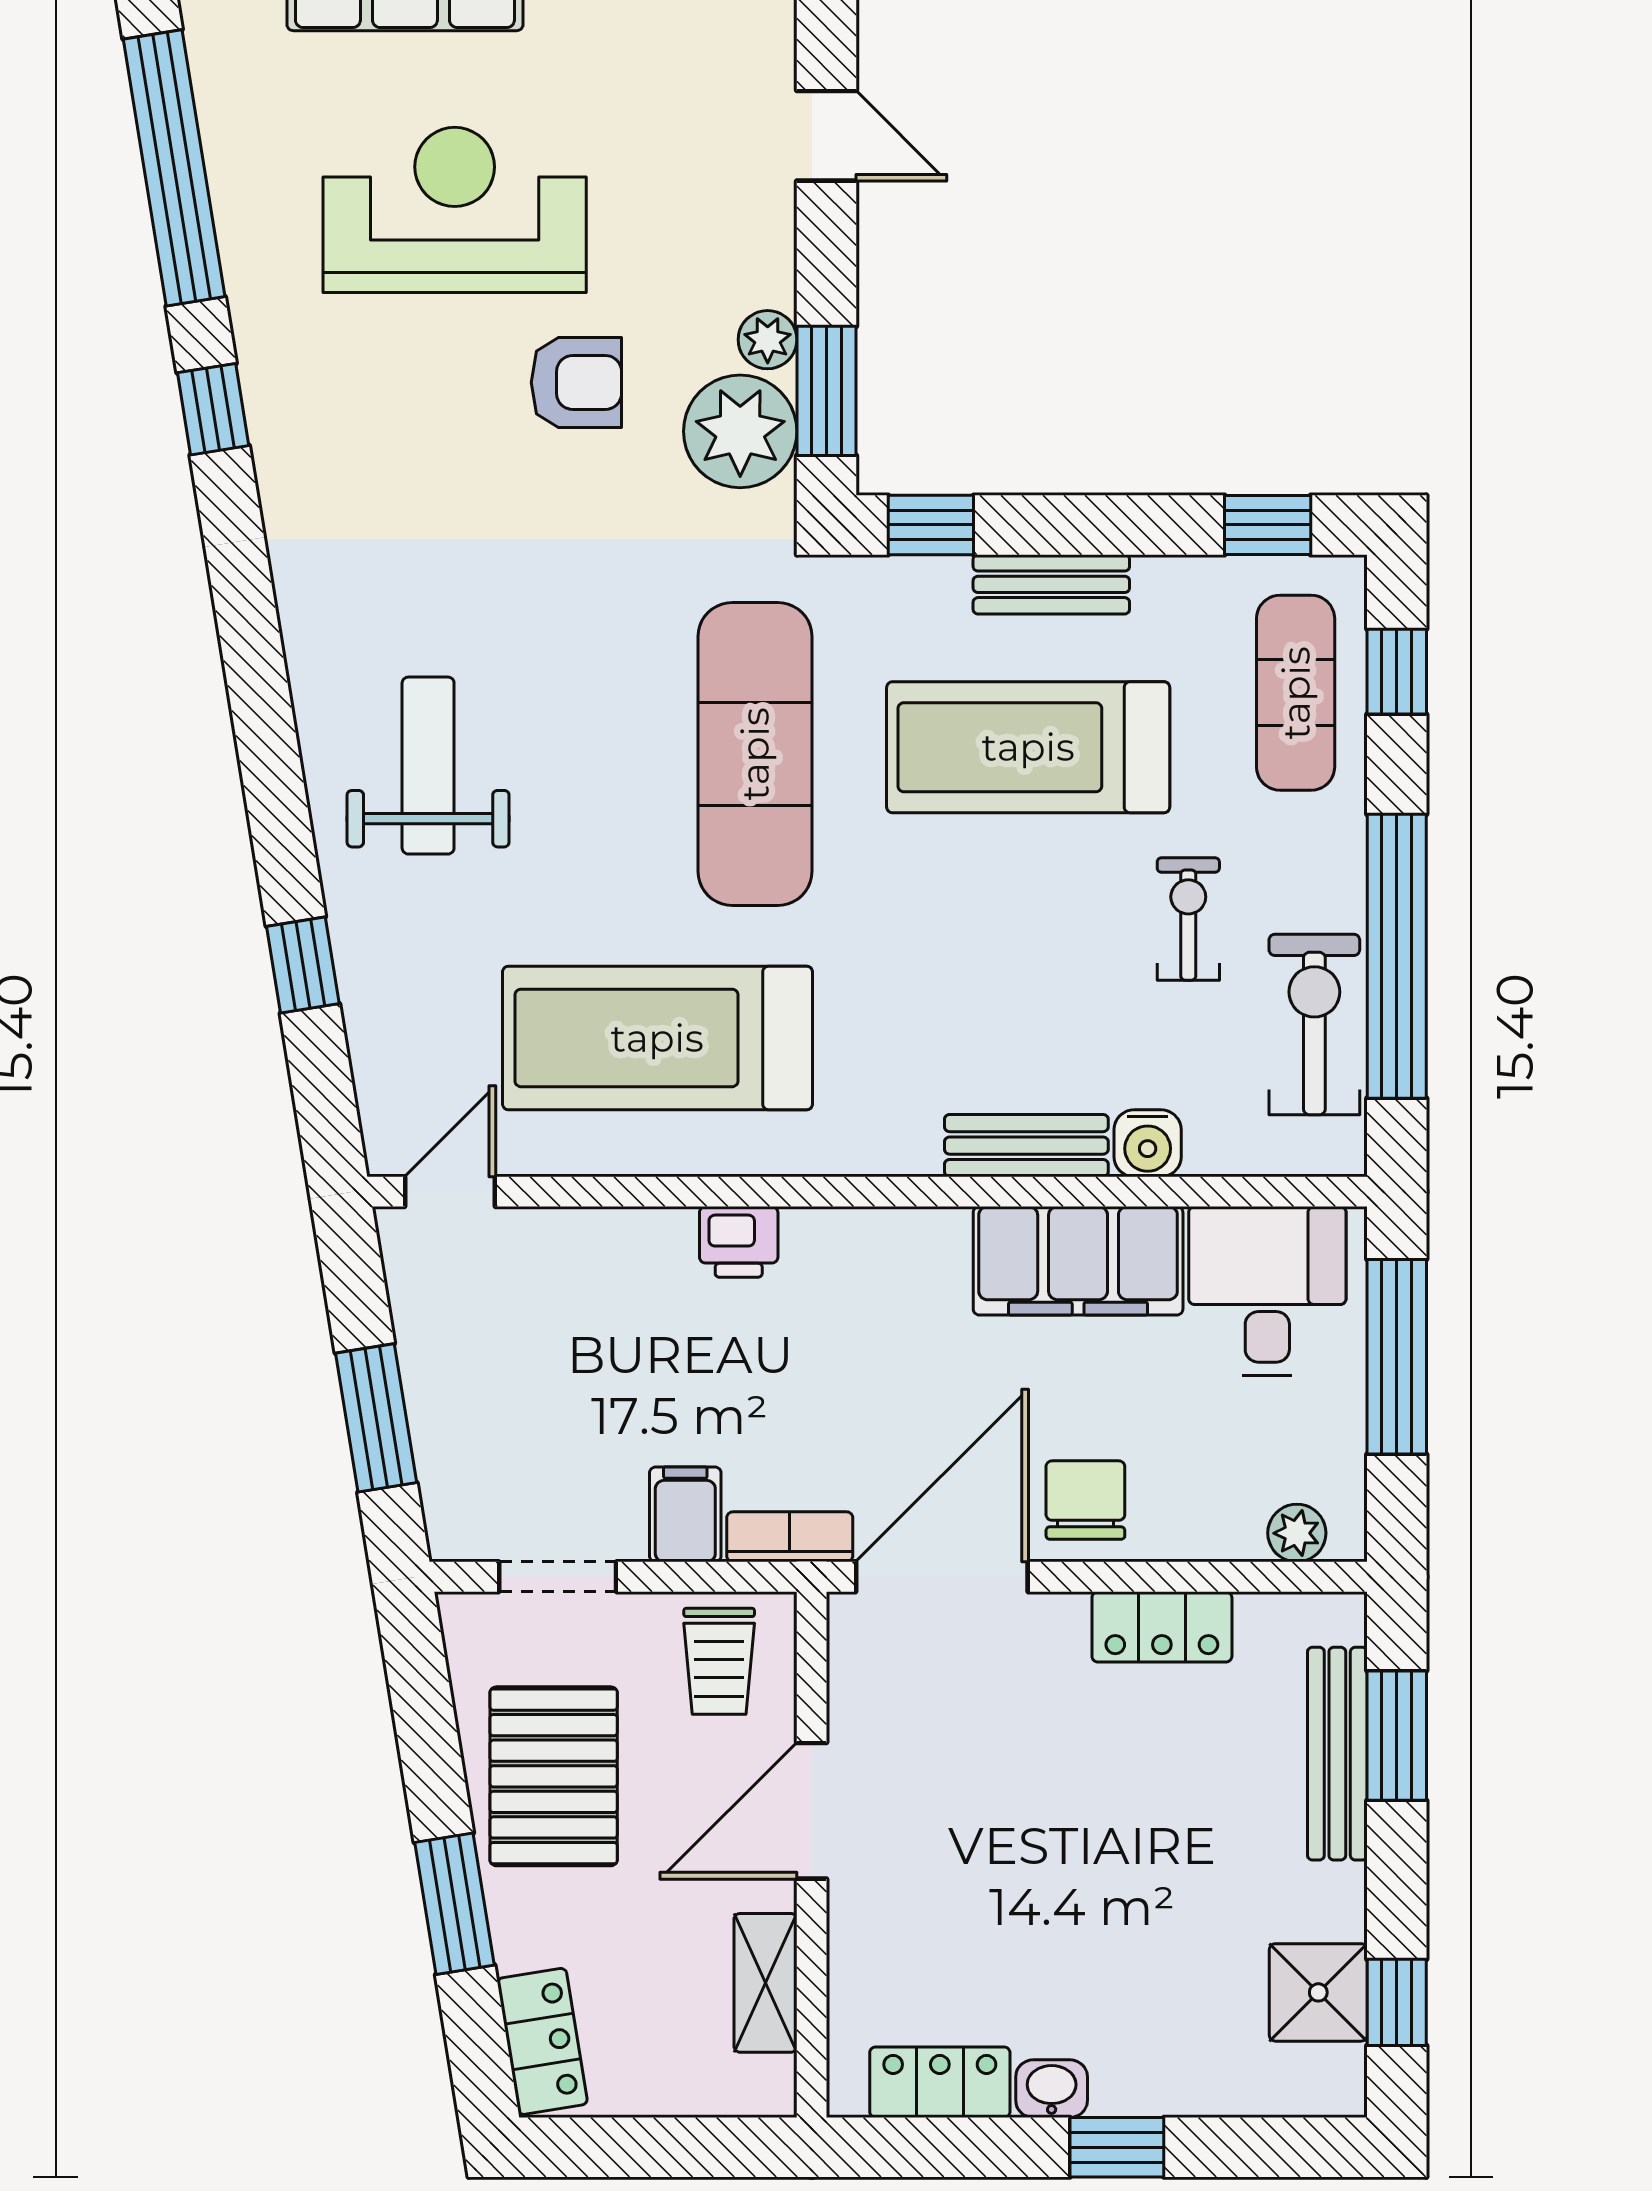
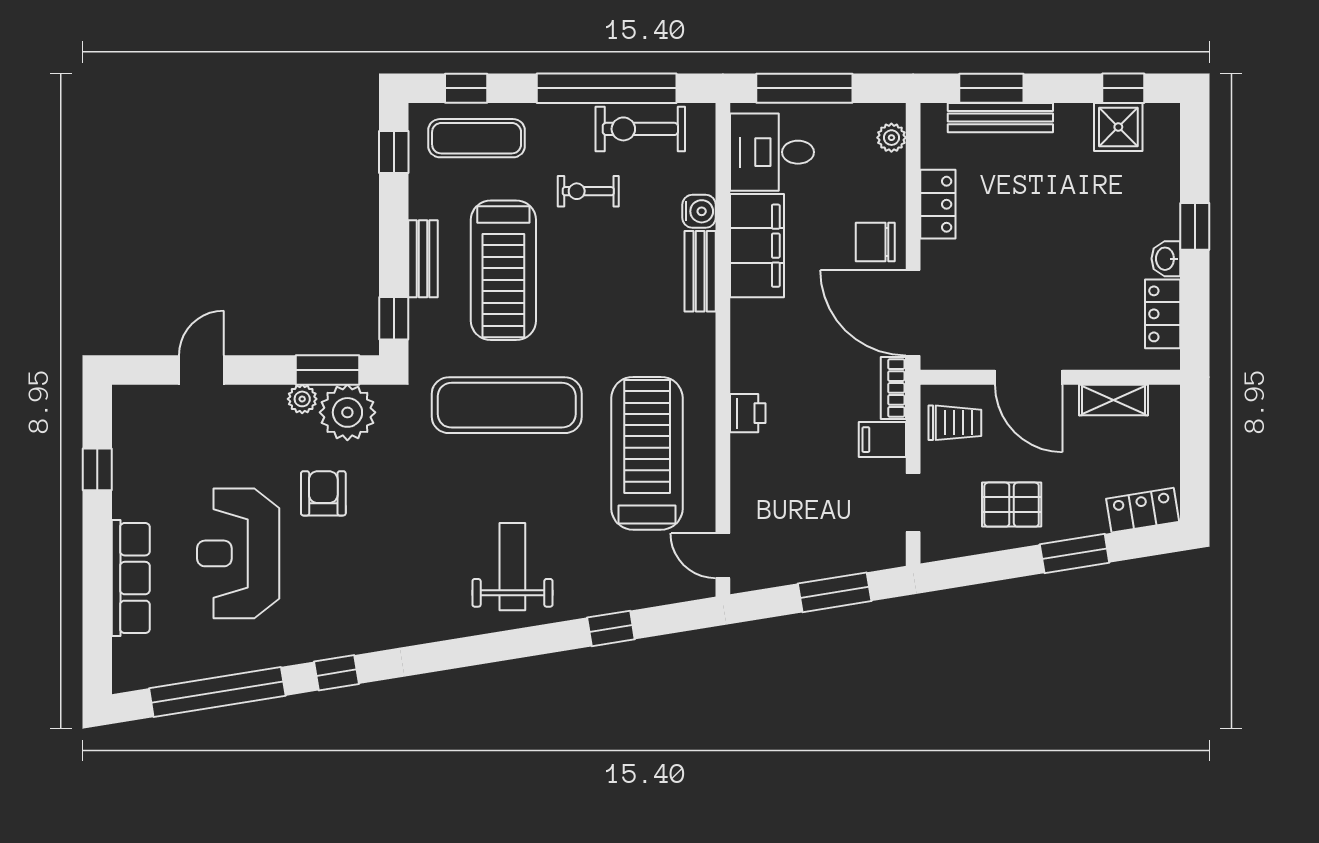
weight bench: (428, 766) -> (512, 567), turned 90
treadmill: (657, 1038) -> (647, 453), turned 180
pallet: (554, 1776) -> (1012, 505), width x0.67, depth x0.71

